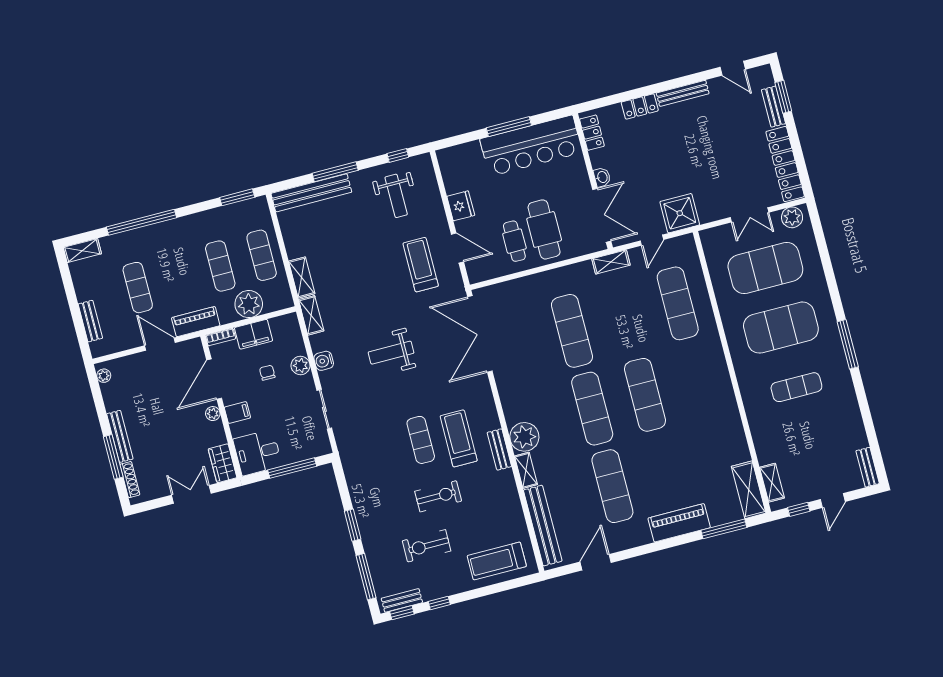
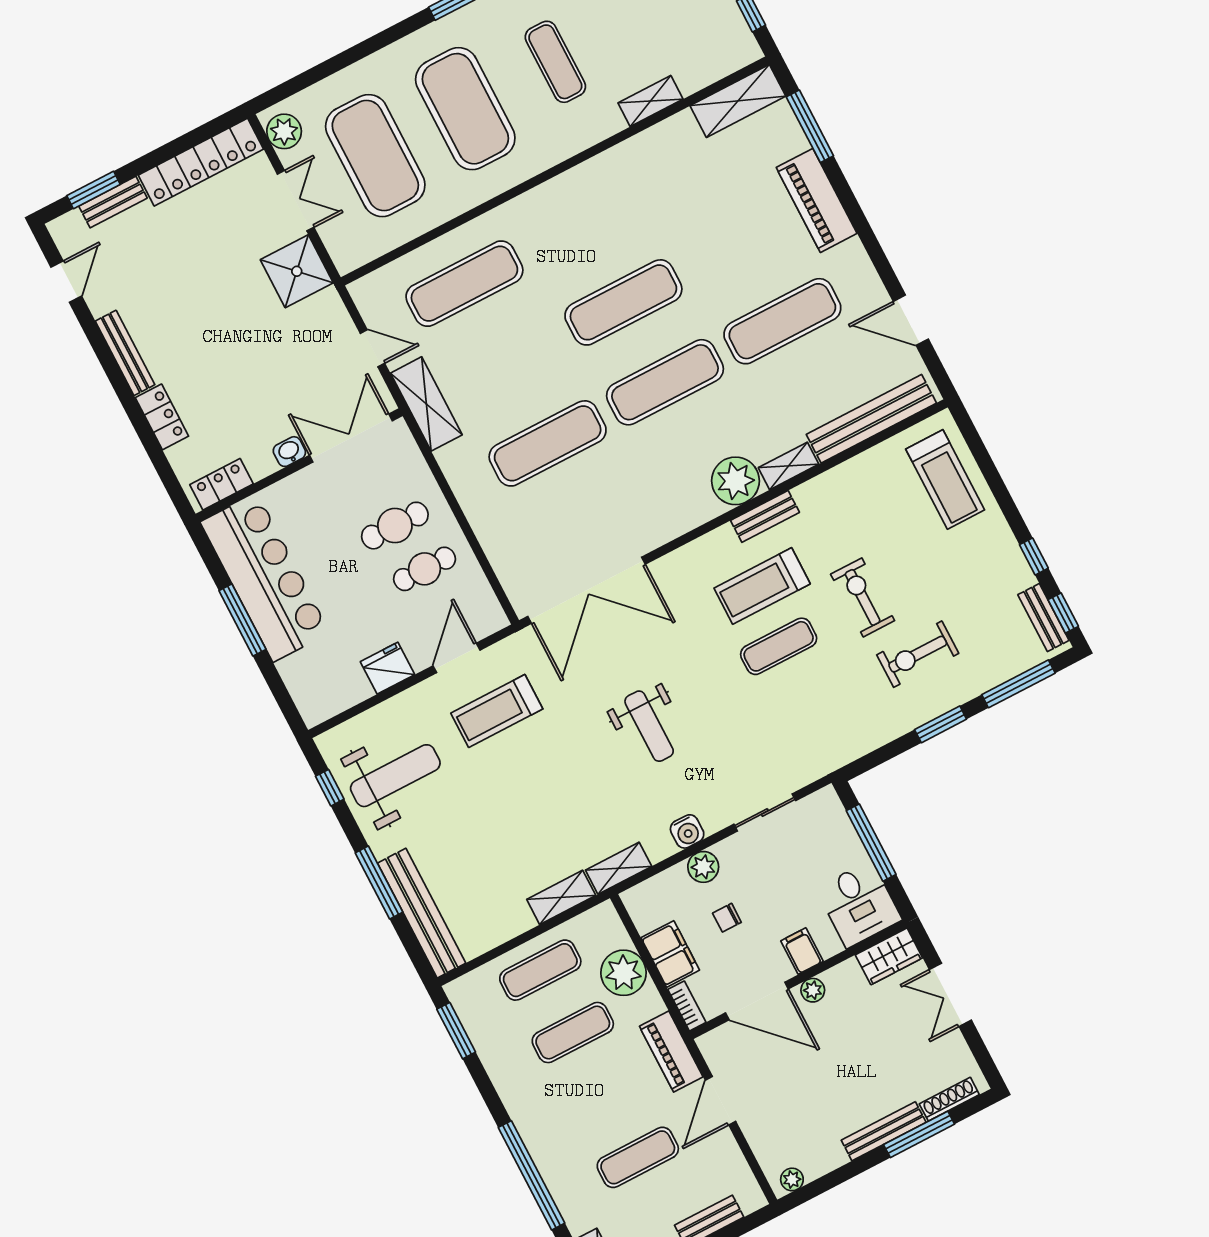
weight bench: (396, 196) -> (395, 776), width x1.36, depth x1.33
shower: (680, 213) -> (297, 271), moved
cafe table: (544, 229) -> (395, 526), width x0.73, depth x0.74
shelving: (611, 262) -> (426, 404), width x1.50, depth x1.33
shelving: (772, 483) -> (650, 101), moved
exercise bike: (427, 546) -> (918, 654), moved, turned 90

